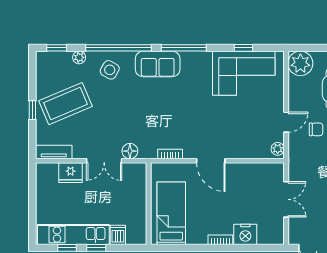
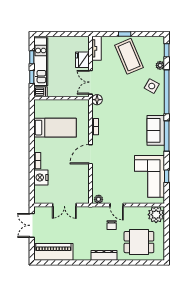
sofa: (158, 64) -> (156, 130), moved
wall: (149, 204) -> (62, 98), moved

